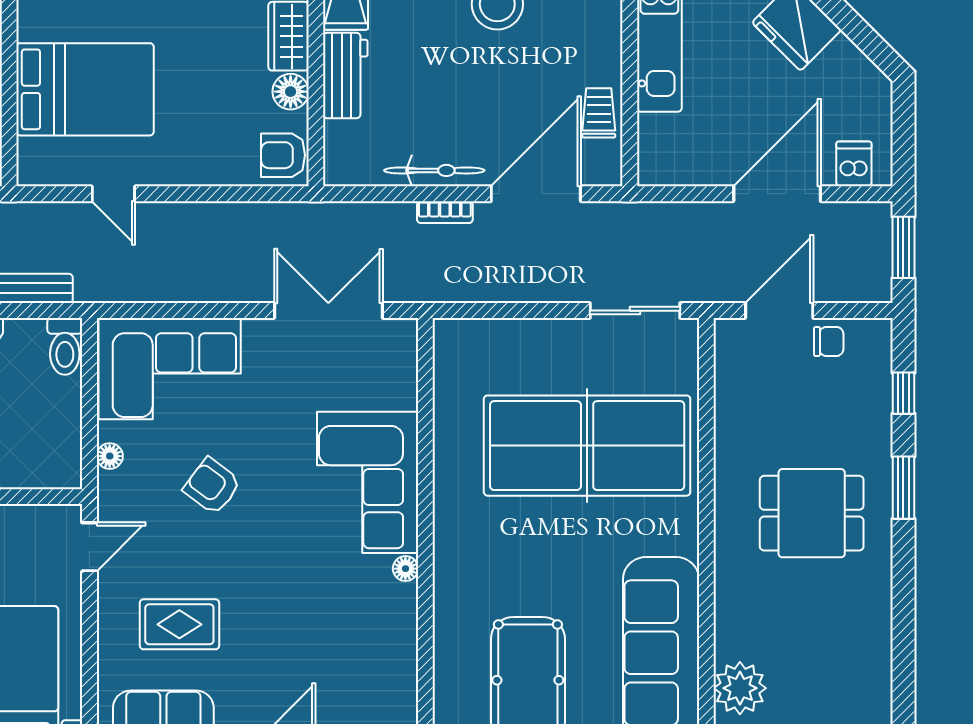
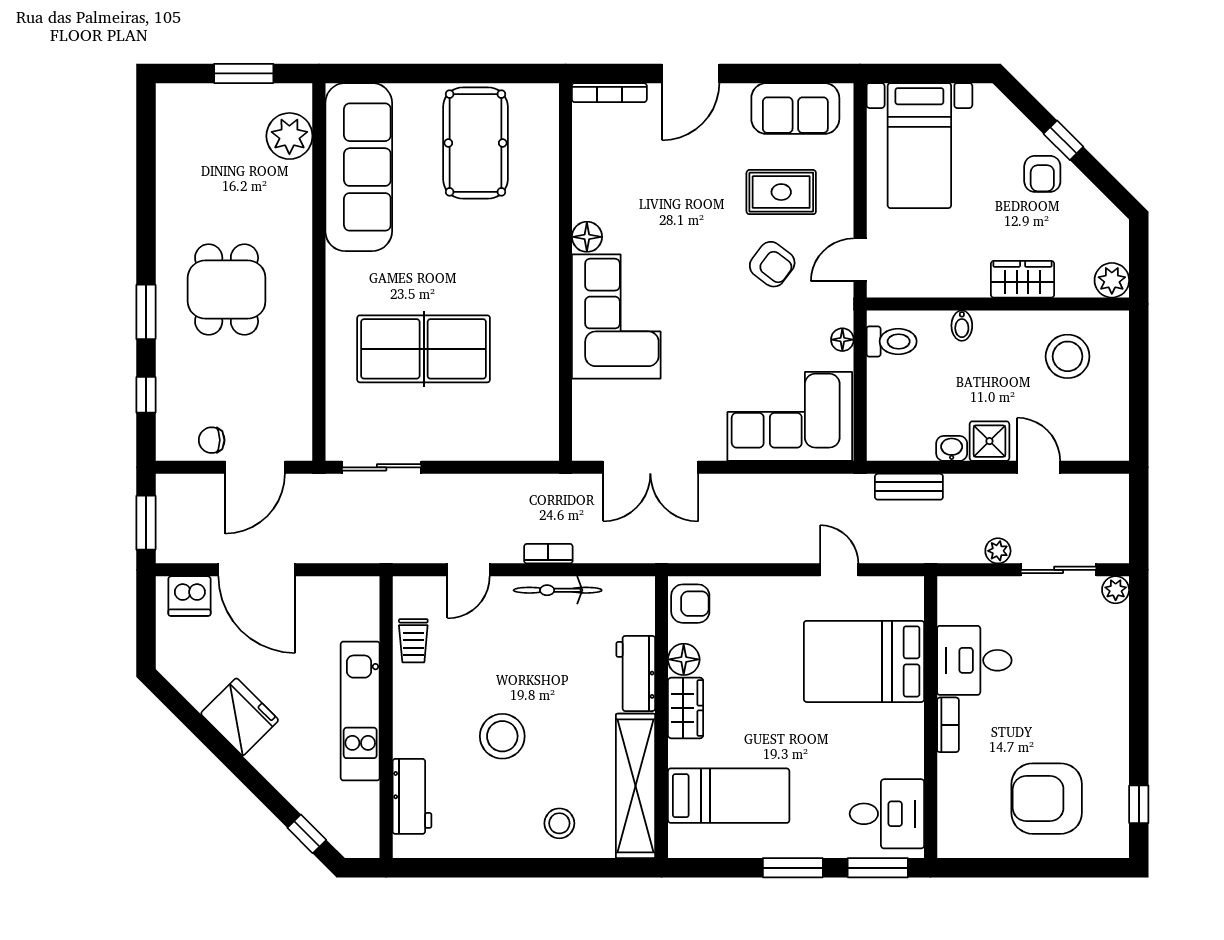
dishwasher: (854, 164) -> (189, 596), width x1.38
door: (536, 194) -> (469, 570), width x0.53
door: (777, 194) -> (257, 570), hinge flipped
toilet: (65, 346) -> (892, 341), moved, turned 90
table tennis table: (587, 446) -> (424, 349), width x0.73, depth x0.76
armchair: (212, 486) -> (772, 264), moved
dining table: (812, 513) -> (227, 290), turned 90
floor lamp: (405, 569) -> (587, 237), width x1.37, depth x1.37

